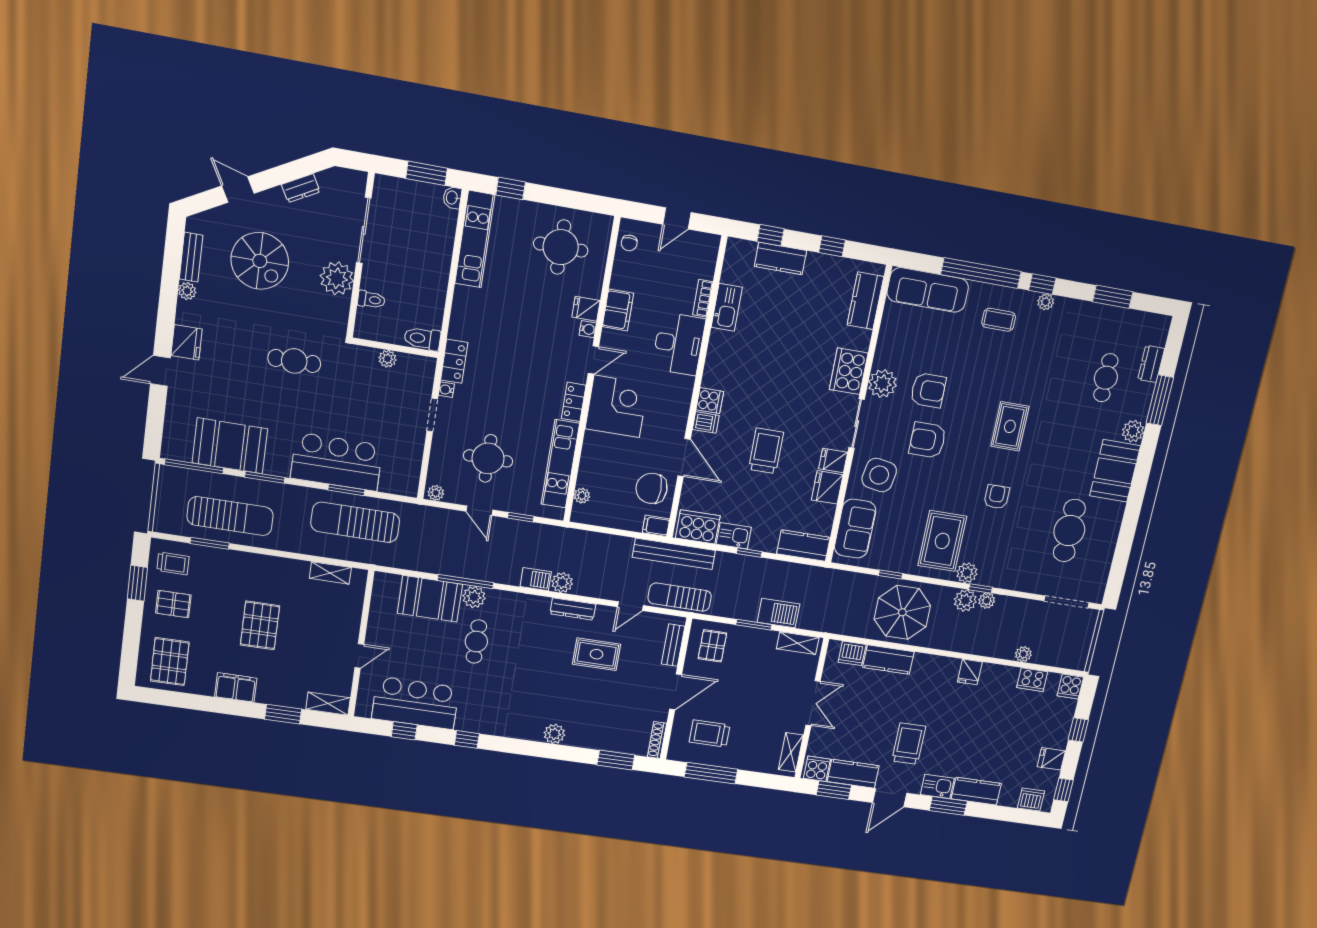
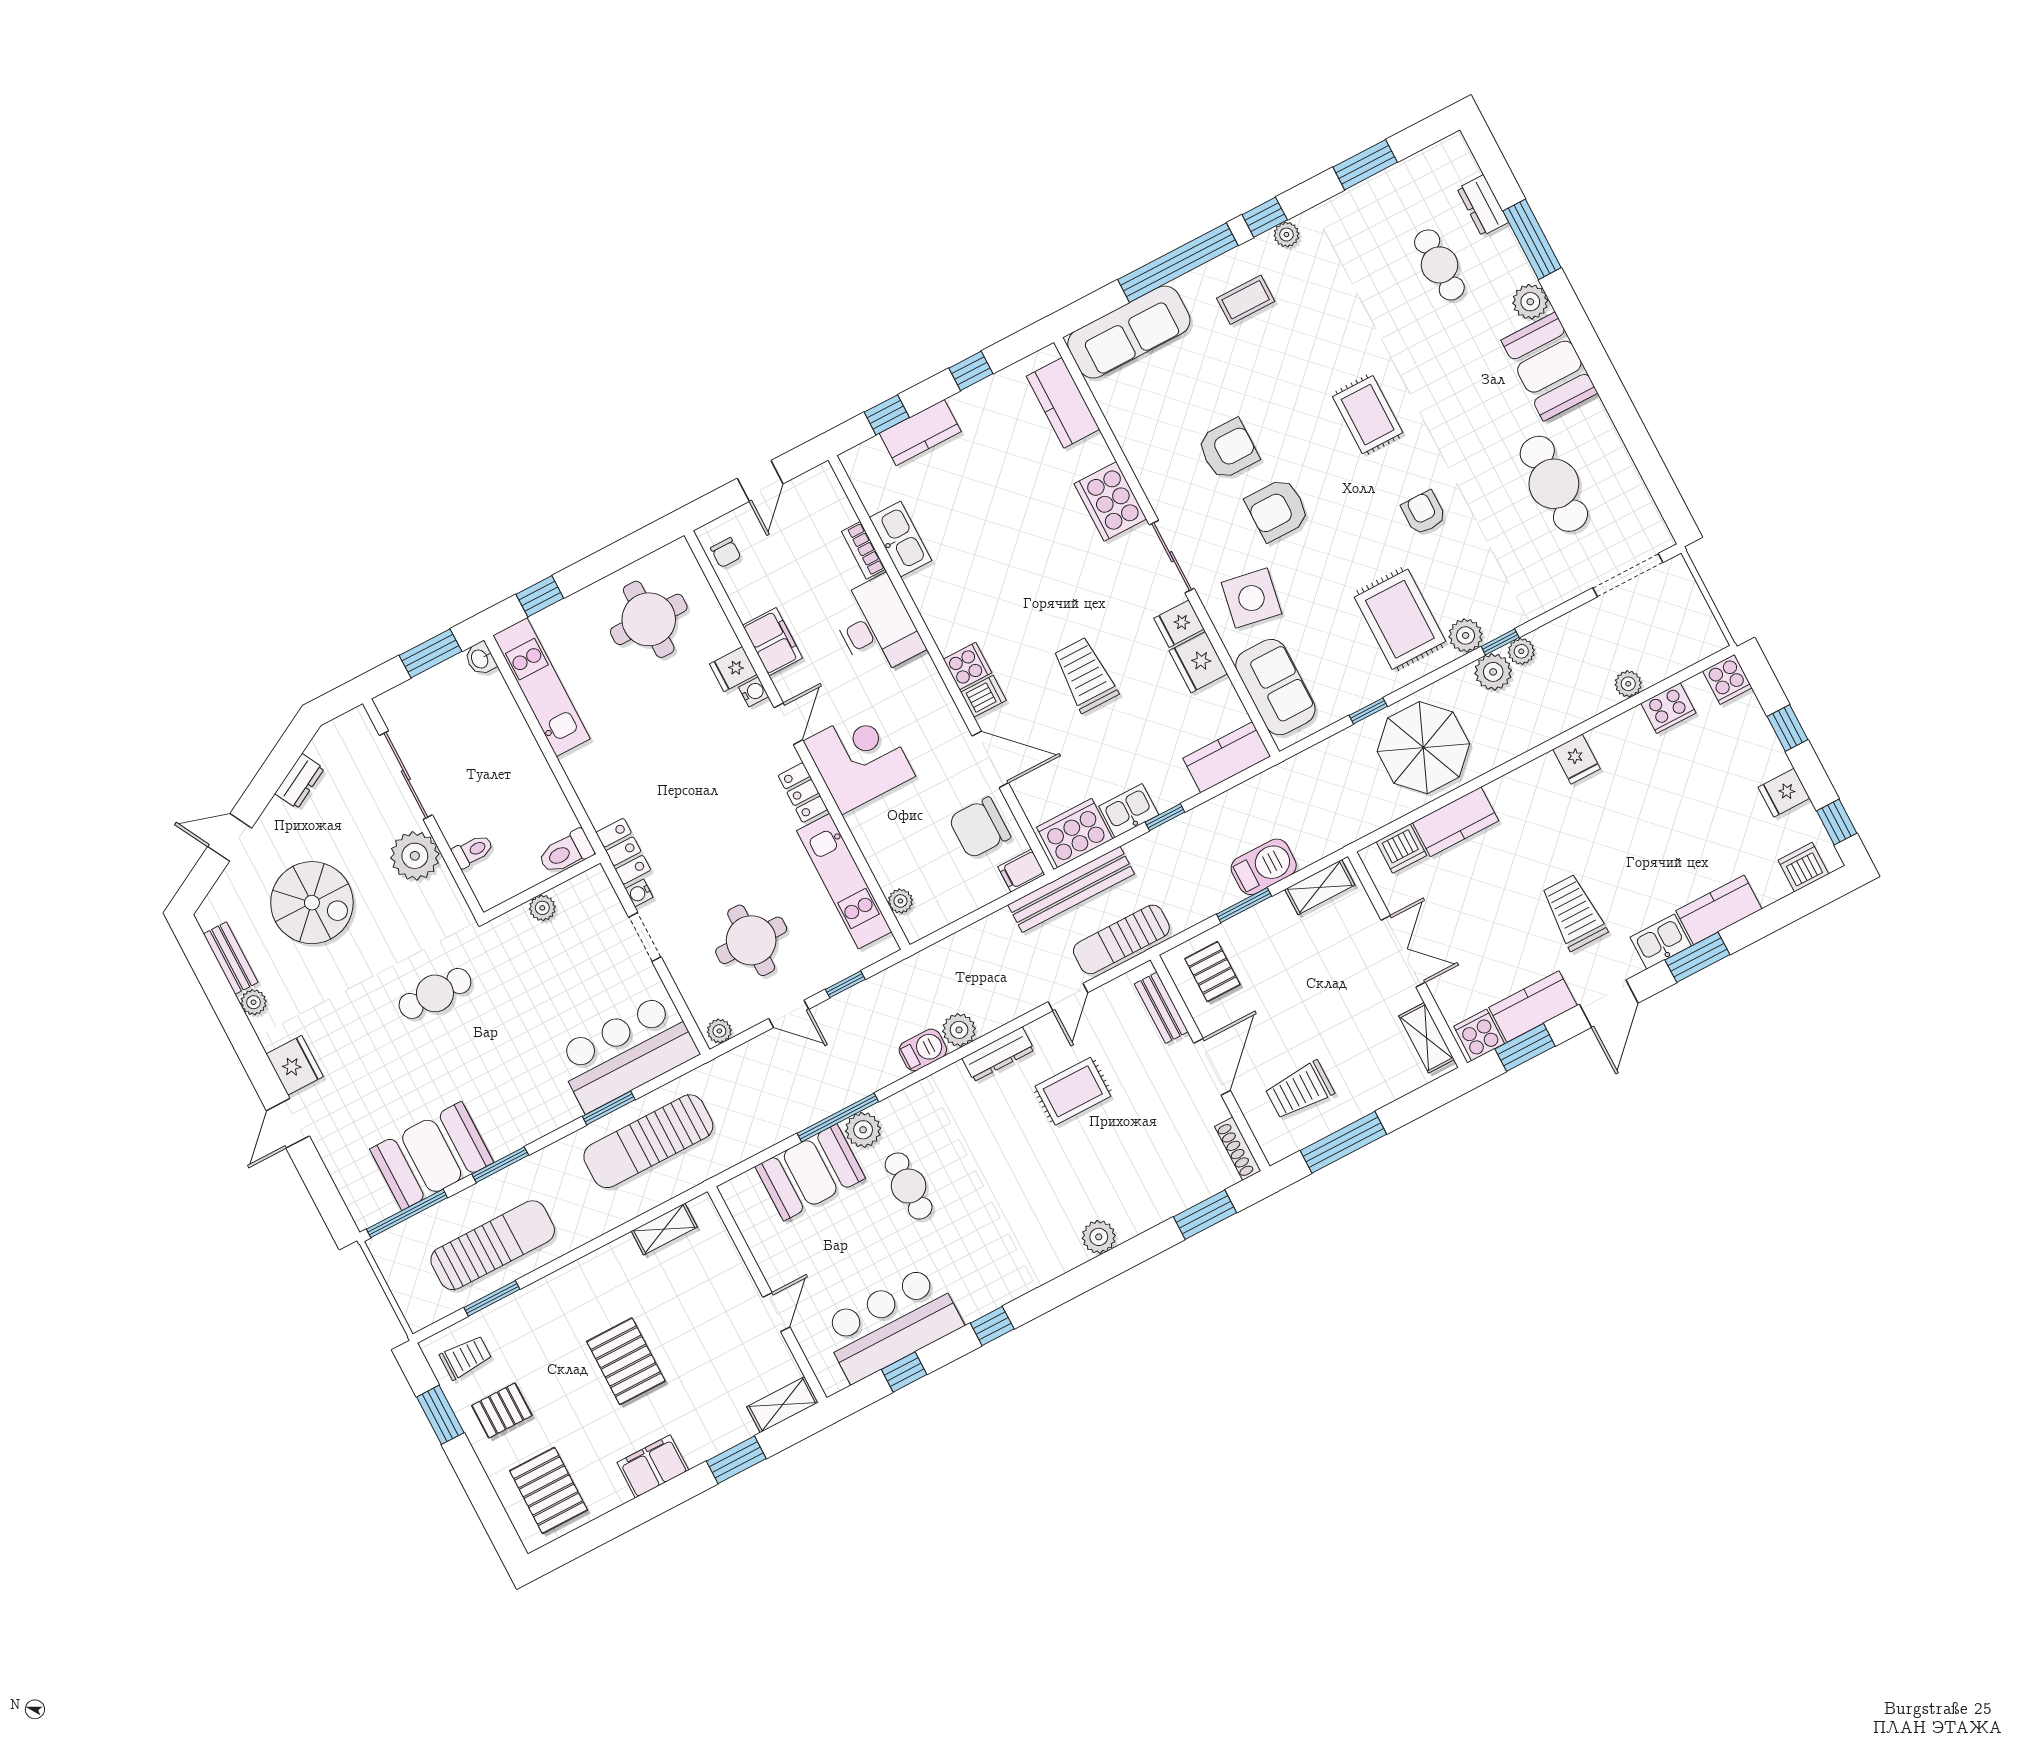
plant: (883, 384) -> (1164, 484), removed
bar counter: (337, 462) -> (626, 1052), moved

